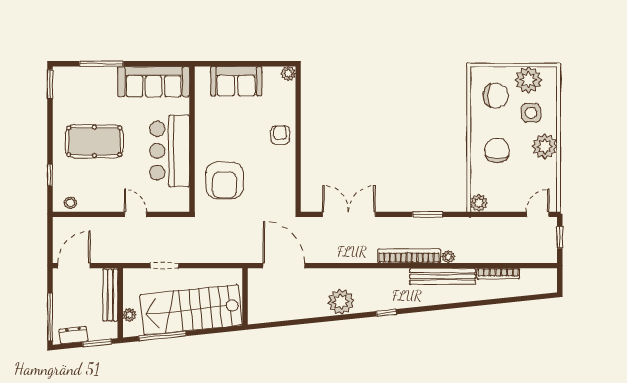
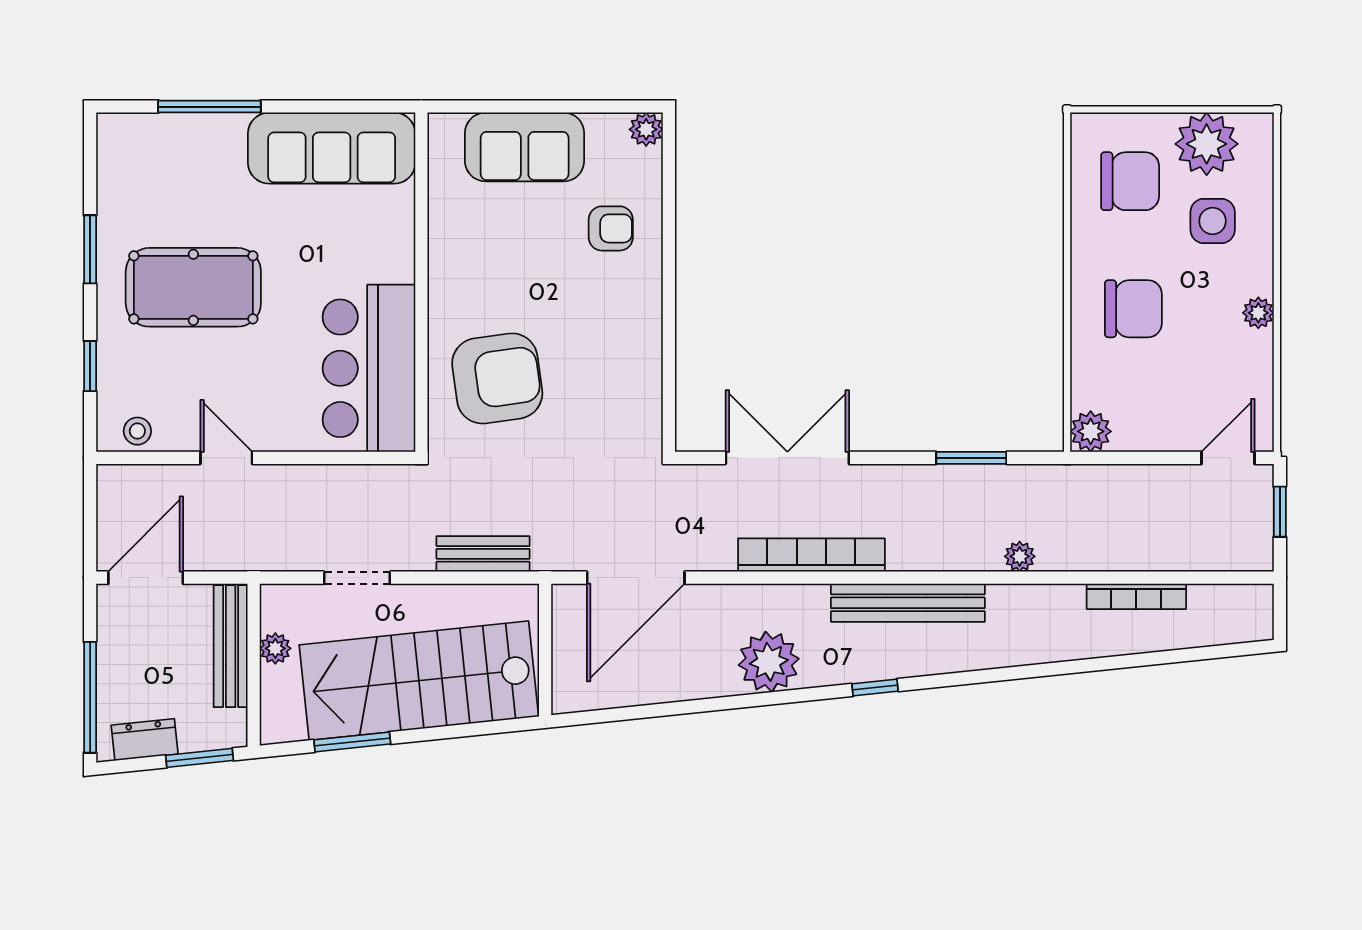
window: (50, 84) -> (90, 249), moved
armchair: (280, 135) -> (611, 228), moved, turned 90
plant: (545, 146) -> (1258, 313), width x0.53, depth x0.53
chair: (497, 150) -> (1133, 309), turned 90
bar counter: (170, 151) -> (369, 368), moved
armchair: (225, 180) -> (497, 378), turned -98
door: (135, 214) -> (226, 458), moved
bench: (218, 255) -> (483, 554), added
bookcase: (409, 256) -> (811, 555), moved
door: (284, 266) -> (636, 578), swing flipped
bench: (443, 276) -> (908, 603), moved
plant: (129, 315) -> (275, 648), moved
window: (162, 336) -> (352, 742), width x0.69

